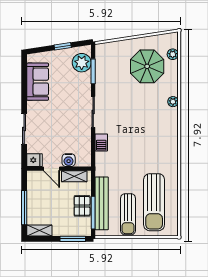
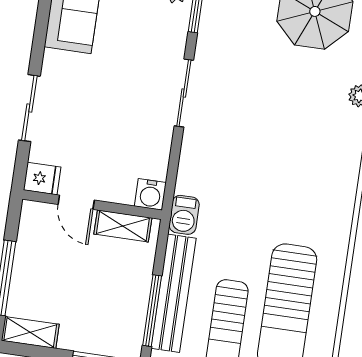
barbecue: (101, 142) -> (184, 215), moved
water cooler: (69, 160) -> (150, 194), moved
pallet: (82, 206) -> (130, 293), removed

